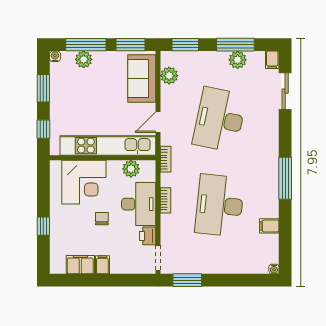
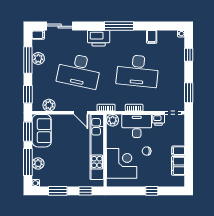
sofa: (142, 79) -> (42, 131), moved, turned -90
printer: (267, 148) -> (99, 38), added
plant: (131, 169) -> (113, 120), moved
window: (243, 280) -> (189, 55), added

